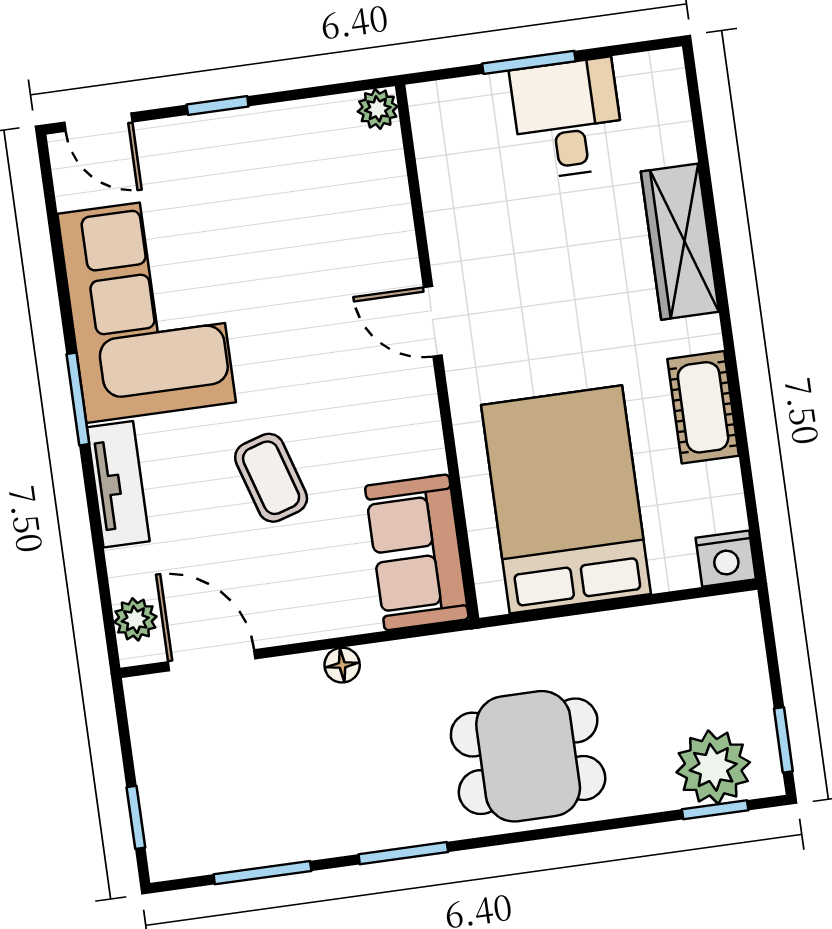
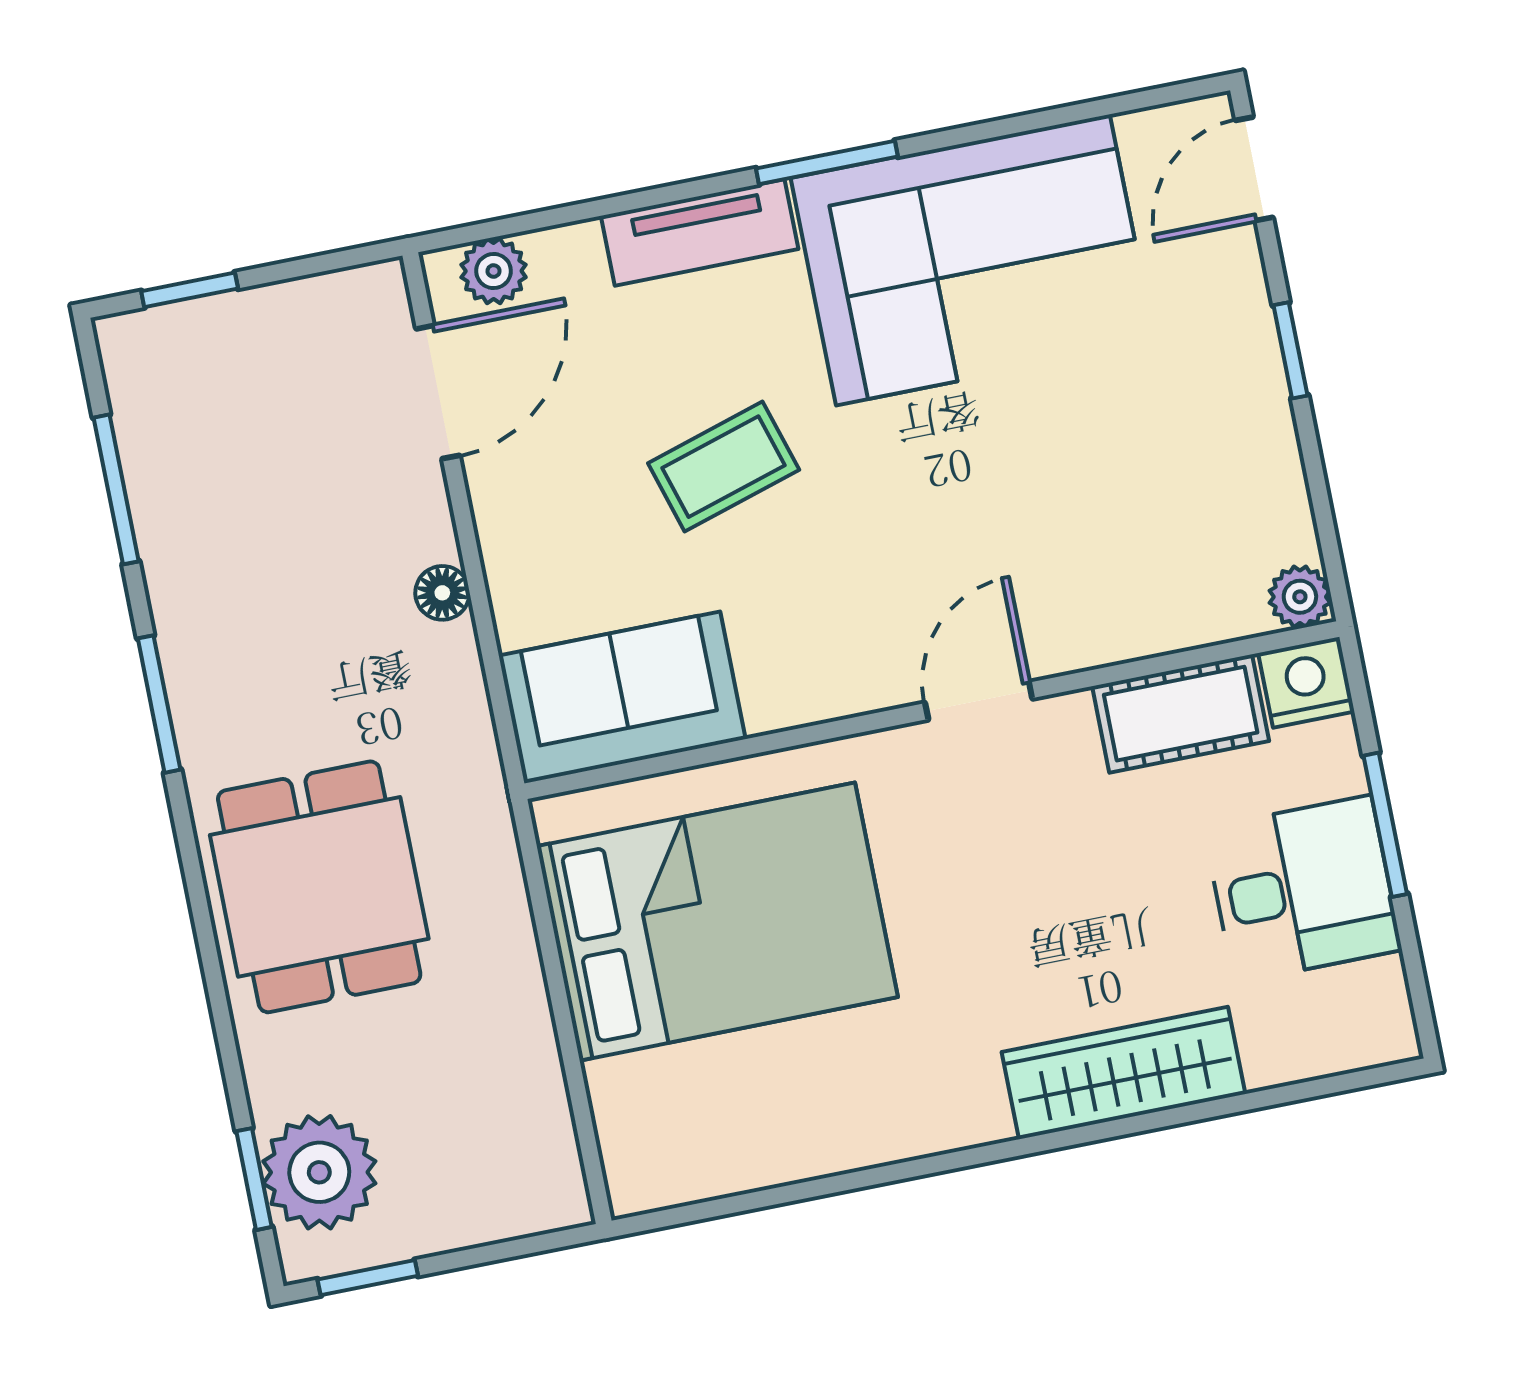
cot: (703, 407) -> (1181, 714), moved
nightstand: (726, 559) -> (1306, 682), moved, turned 90

